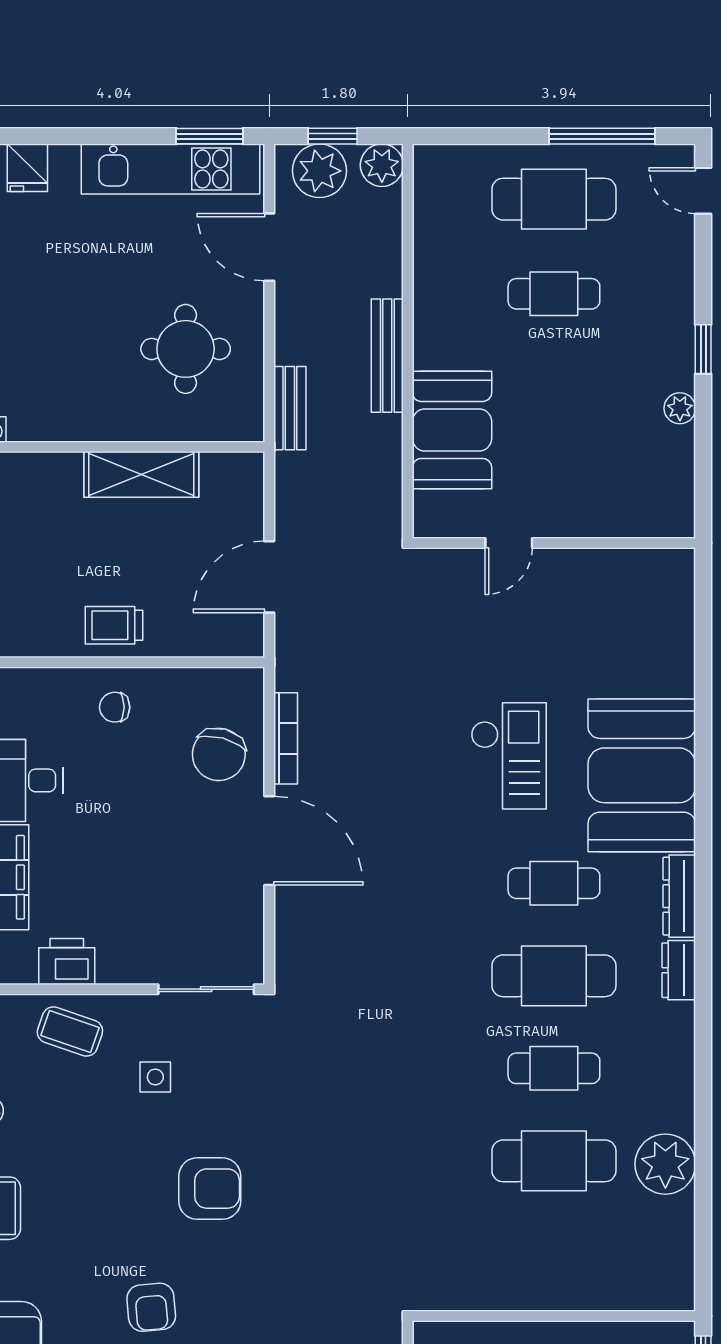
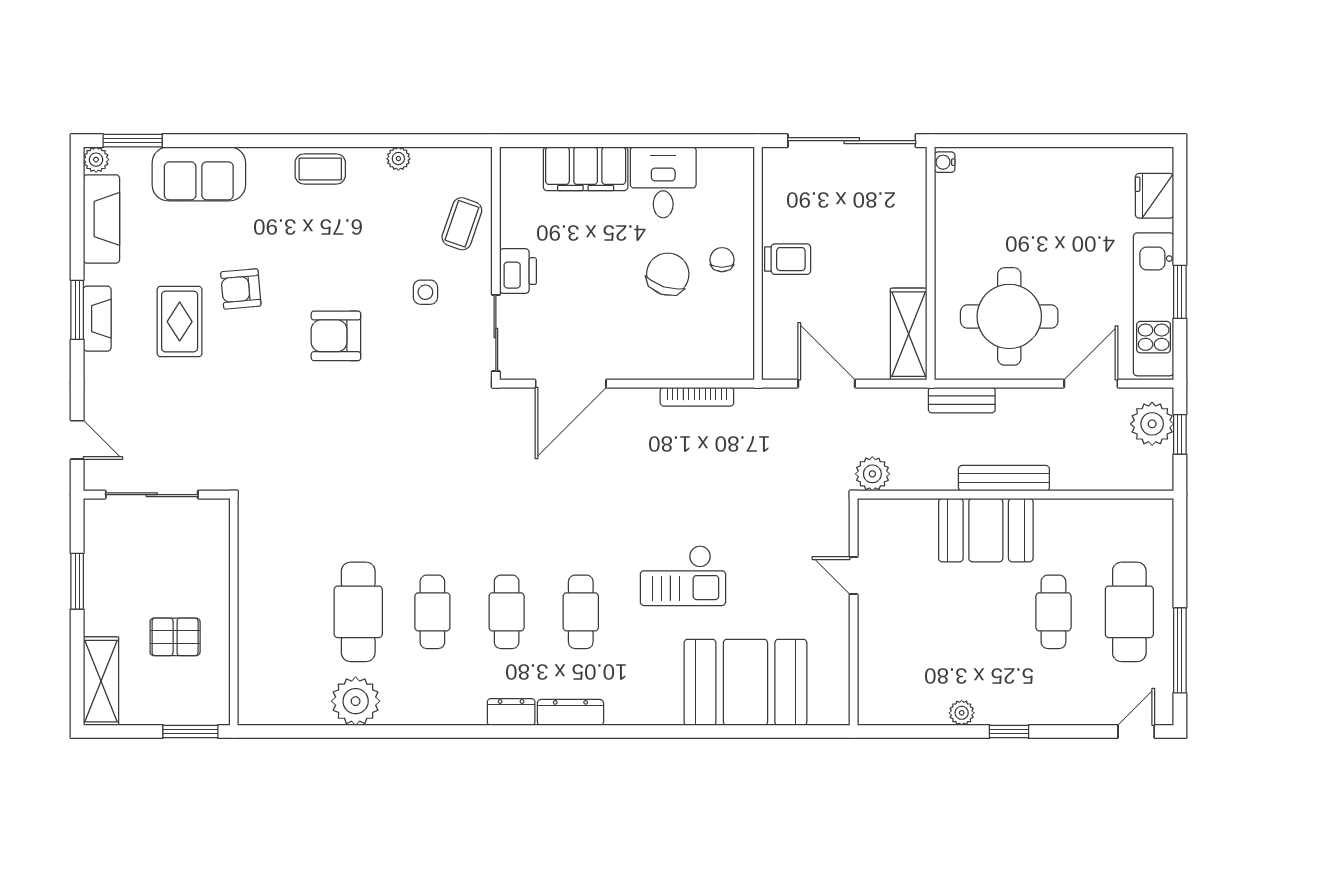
window: (210, 136) -> (1180, 292), moved
plant: (382, 165) -> (872, 474), moved
fridge: (27, 168) -> (1155, 196), width x1.38
round table: (186, 349) -> (1009, 316), width x1.36, depth x1.36
booth: (452, 430) -> (986, 530), moved
shelving: (141, 474) -> (909, 334), moved
trolley: (114, 625) -> (788, 259), turned 90
chair: (219, 754) -> (668, 274), moved, turned 93
booth: (642, 775) -> (745, 682), moved
door: (269, 841) -> (571, 384), moved
printer: (67, 962) -> (518, 271), moved
cafe table: (554, 976) -> (507, 612), width x0.73, depth x0.74
armchair: (210, 1189) -> (336, 336), turned 90

